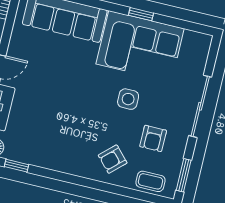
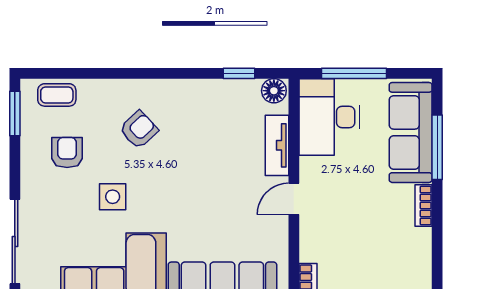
sliding door: (200, 106) -> (15, 242), moved
armchair: (113, 159) -> (139, 130), moved

